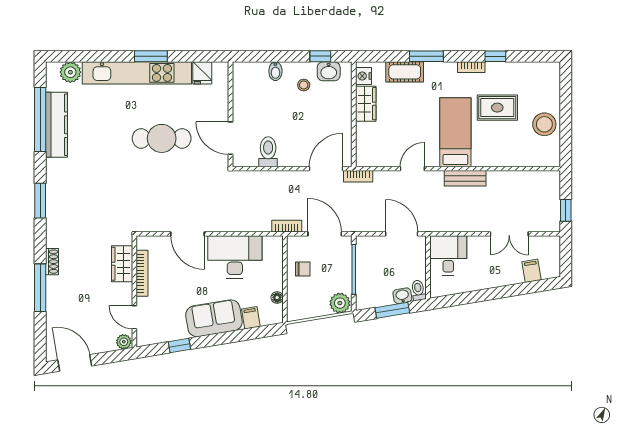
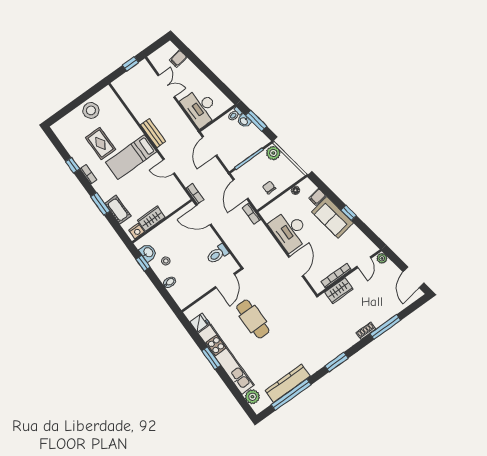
desk: (448, 256) -> (200, 108), width x1.37
window: (179, 346) -> (349, 213), moved

